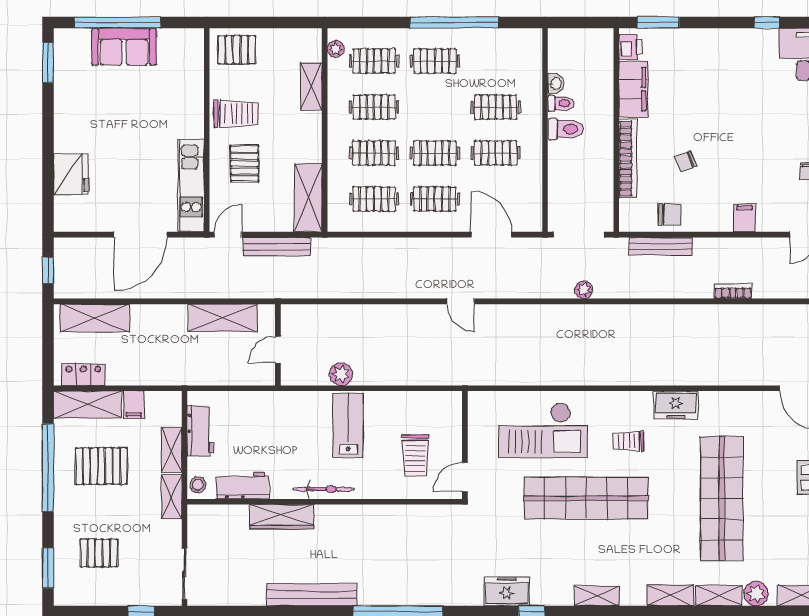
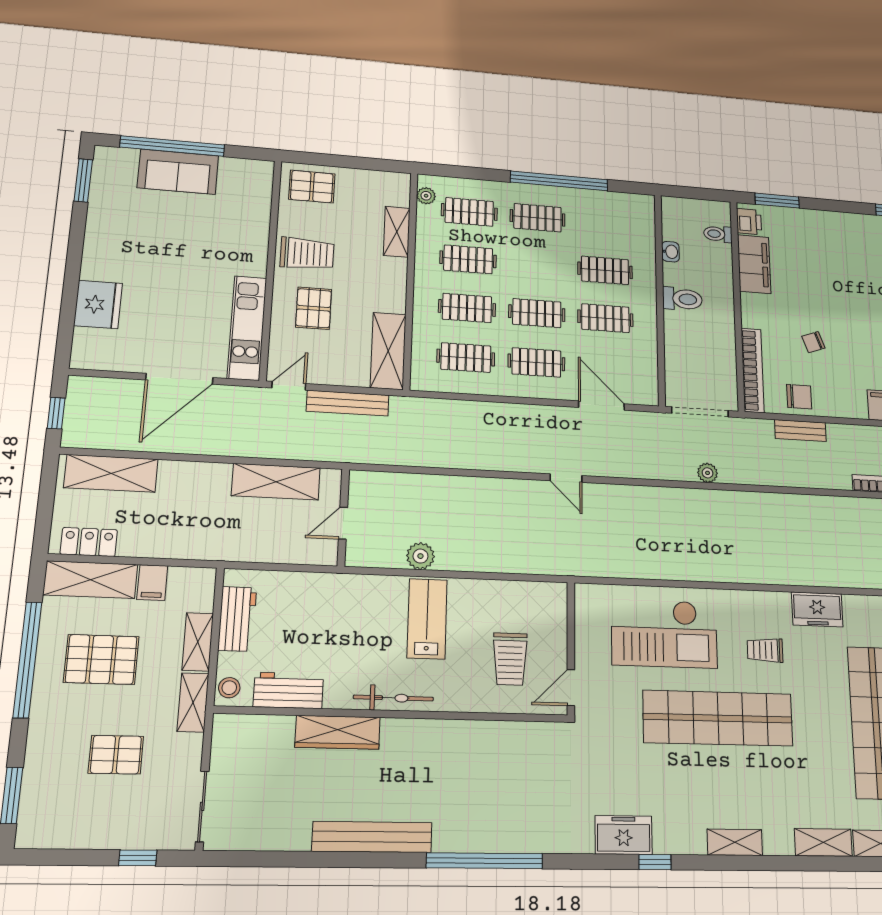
toilet: (561, 103) -> (718, 234), moved, turned 180
bookcase: (628, 158) -> (753, 370), moved
bench: (661, 246) -> (800, 431), width x0.73
pallet: (99, 553) -> (116, 755), moved

